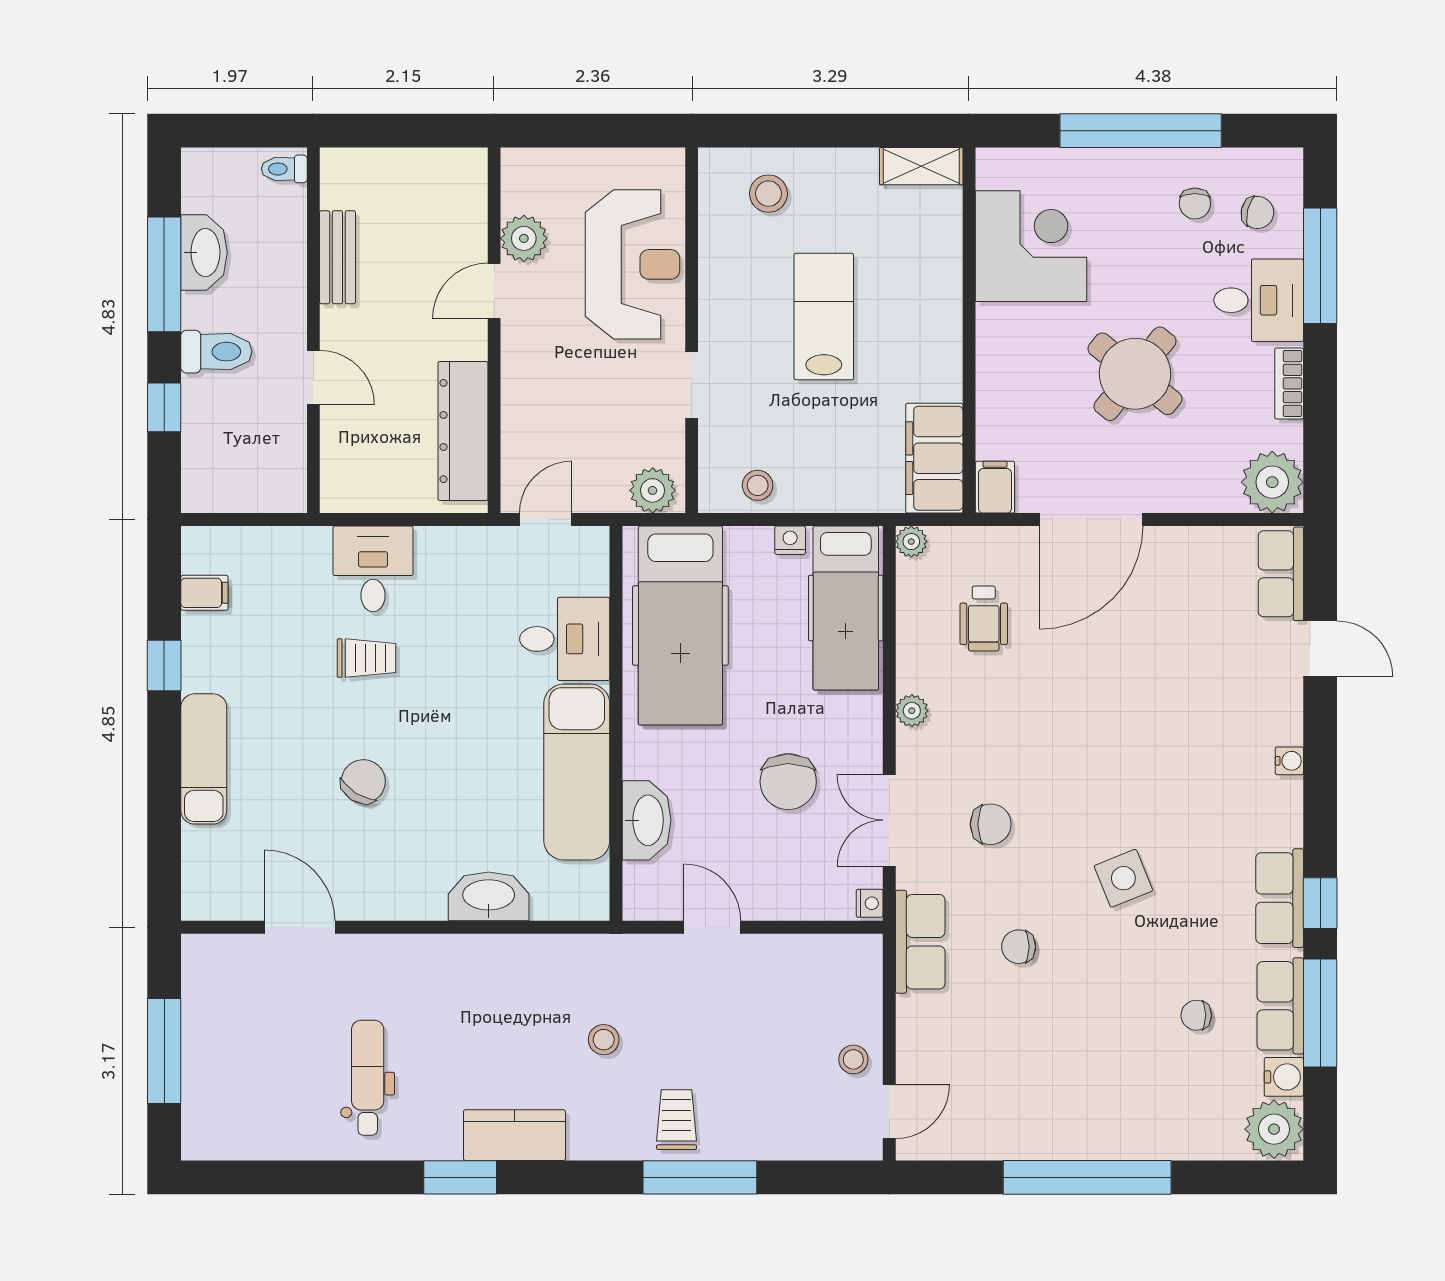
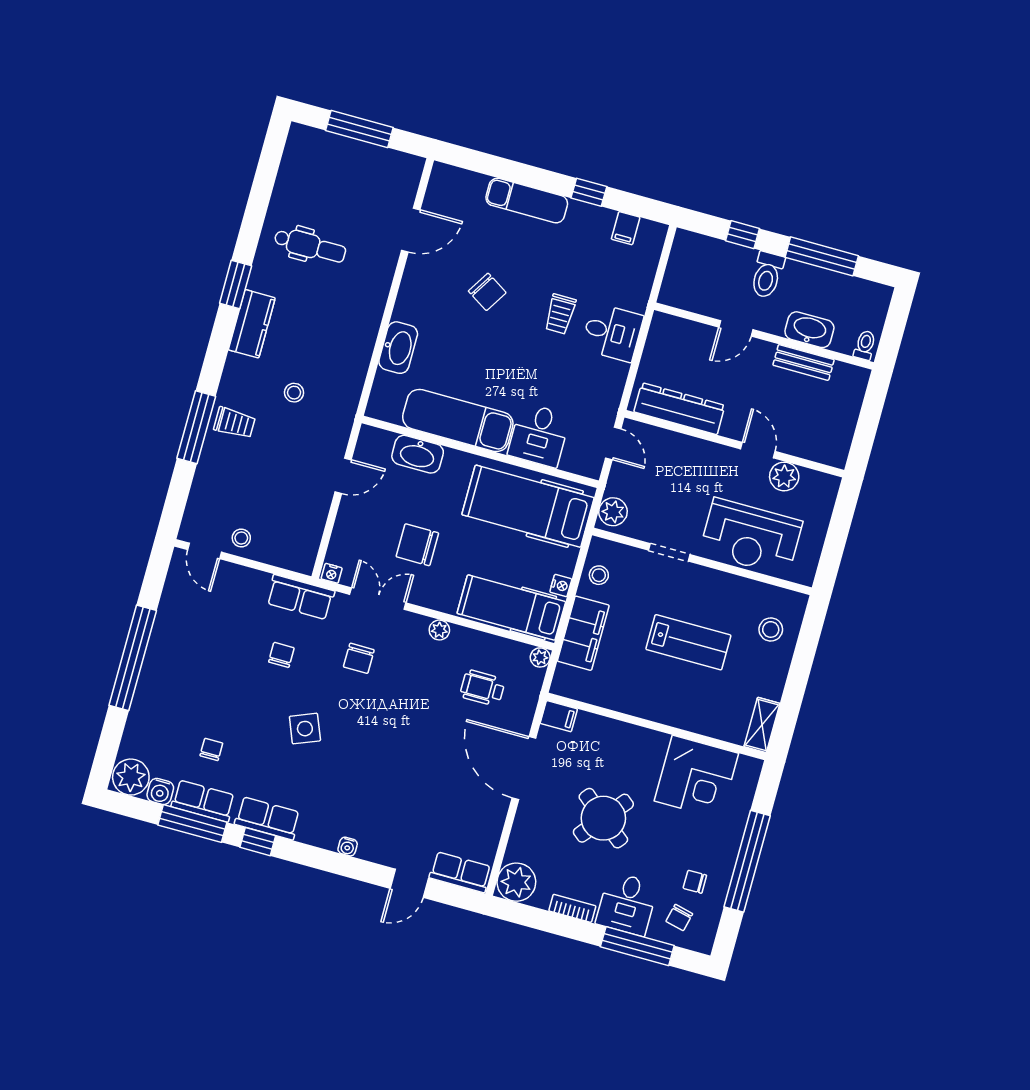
washbasin: (204, 253) -> (809, 330), moved, turned 180
filing cabinet: (934, 458) -> (583, 633), moved, turned 90

